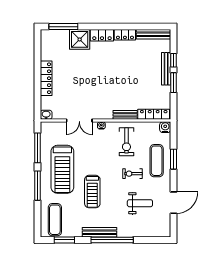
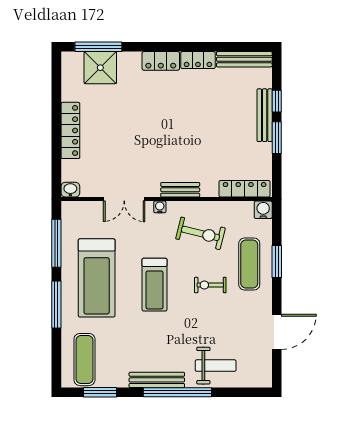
shower: (80, 39) -> (100, 68), moved
bench: (125, 115) -> (180, 190), moved
exercise bike: (126, 142) -> (200, 233), turned -76
treadmill: (92, 192) -> (154, 285), moved
weight bench: (140, 203) -> (216, 366), moved

